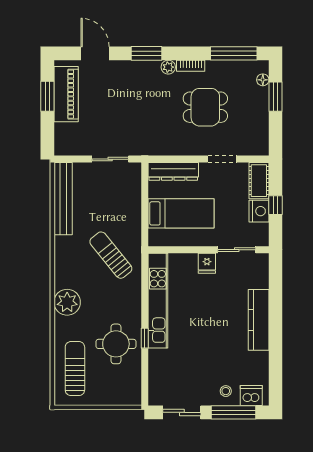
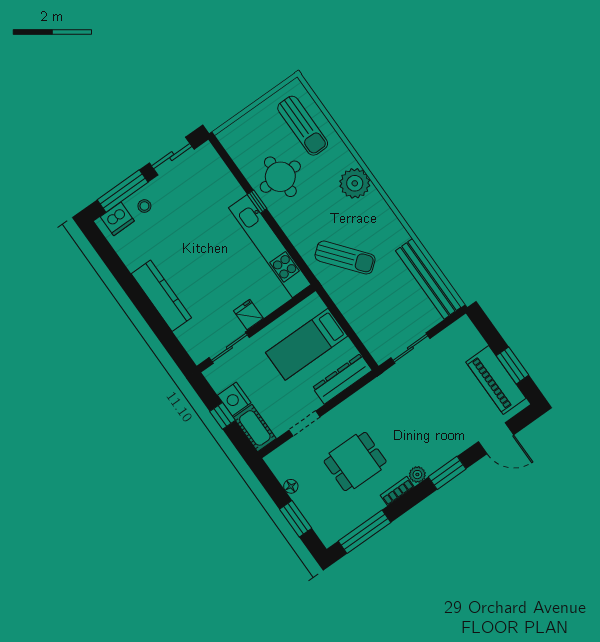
floor lamp: (263, 80) -> (291, 486), moved

